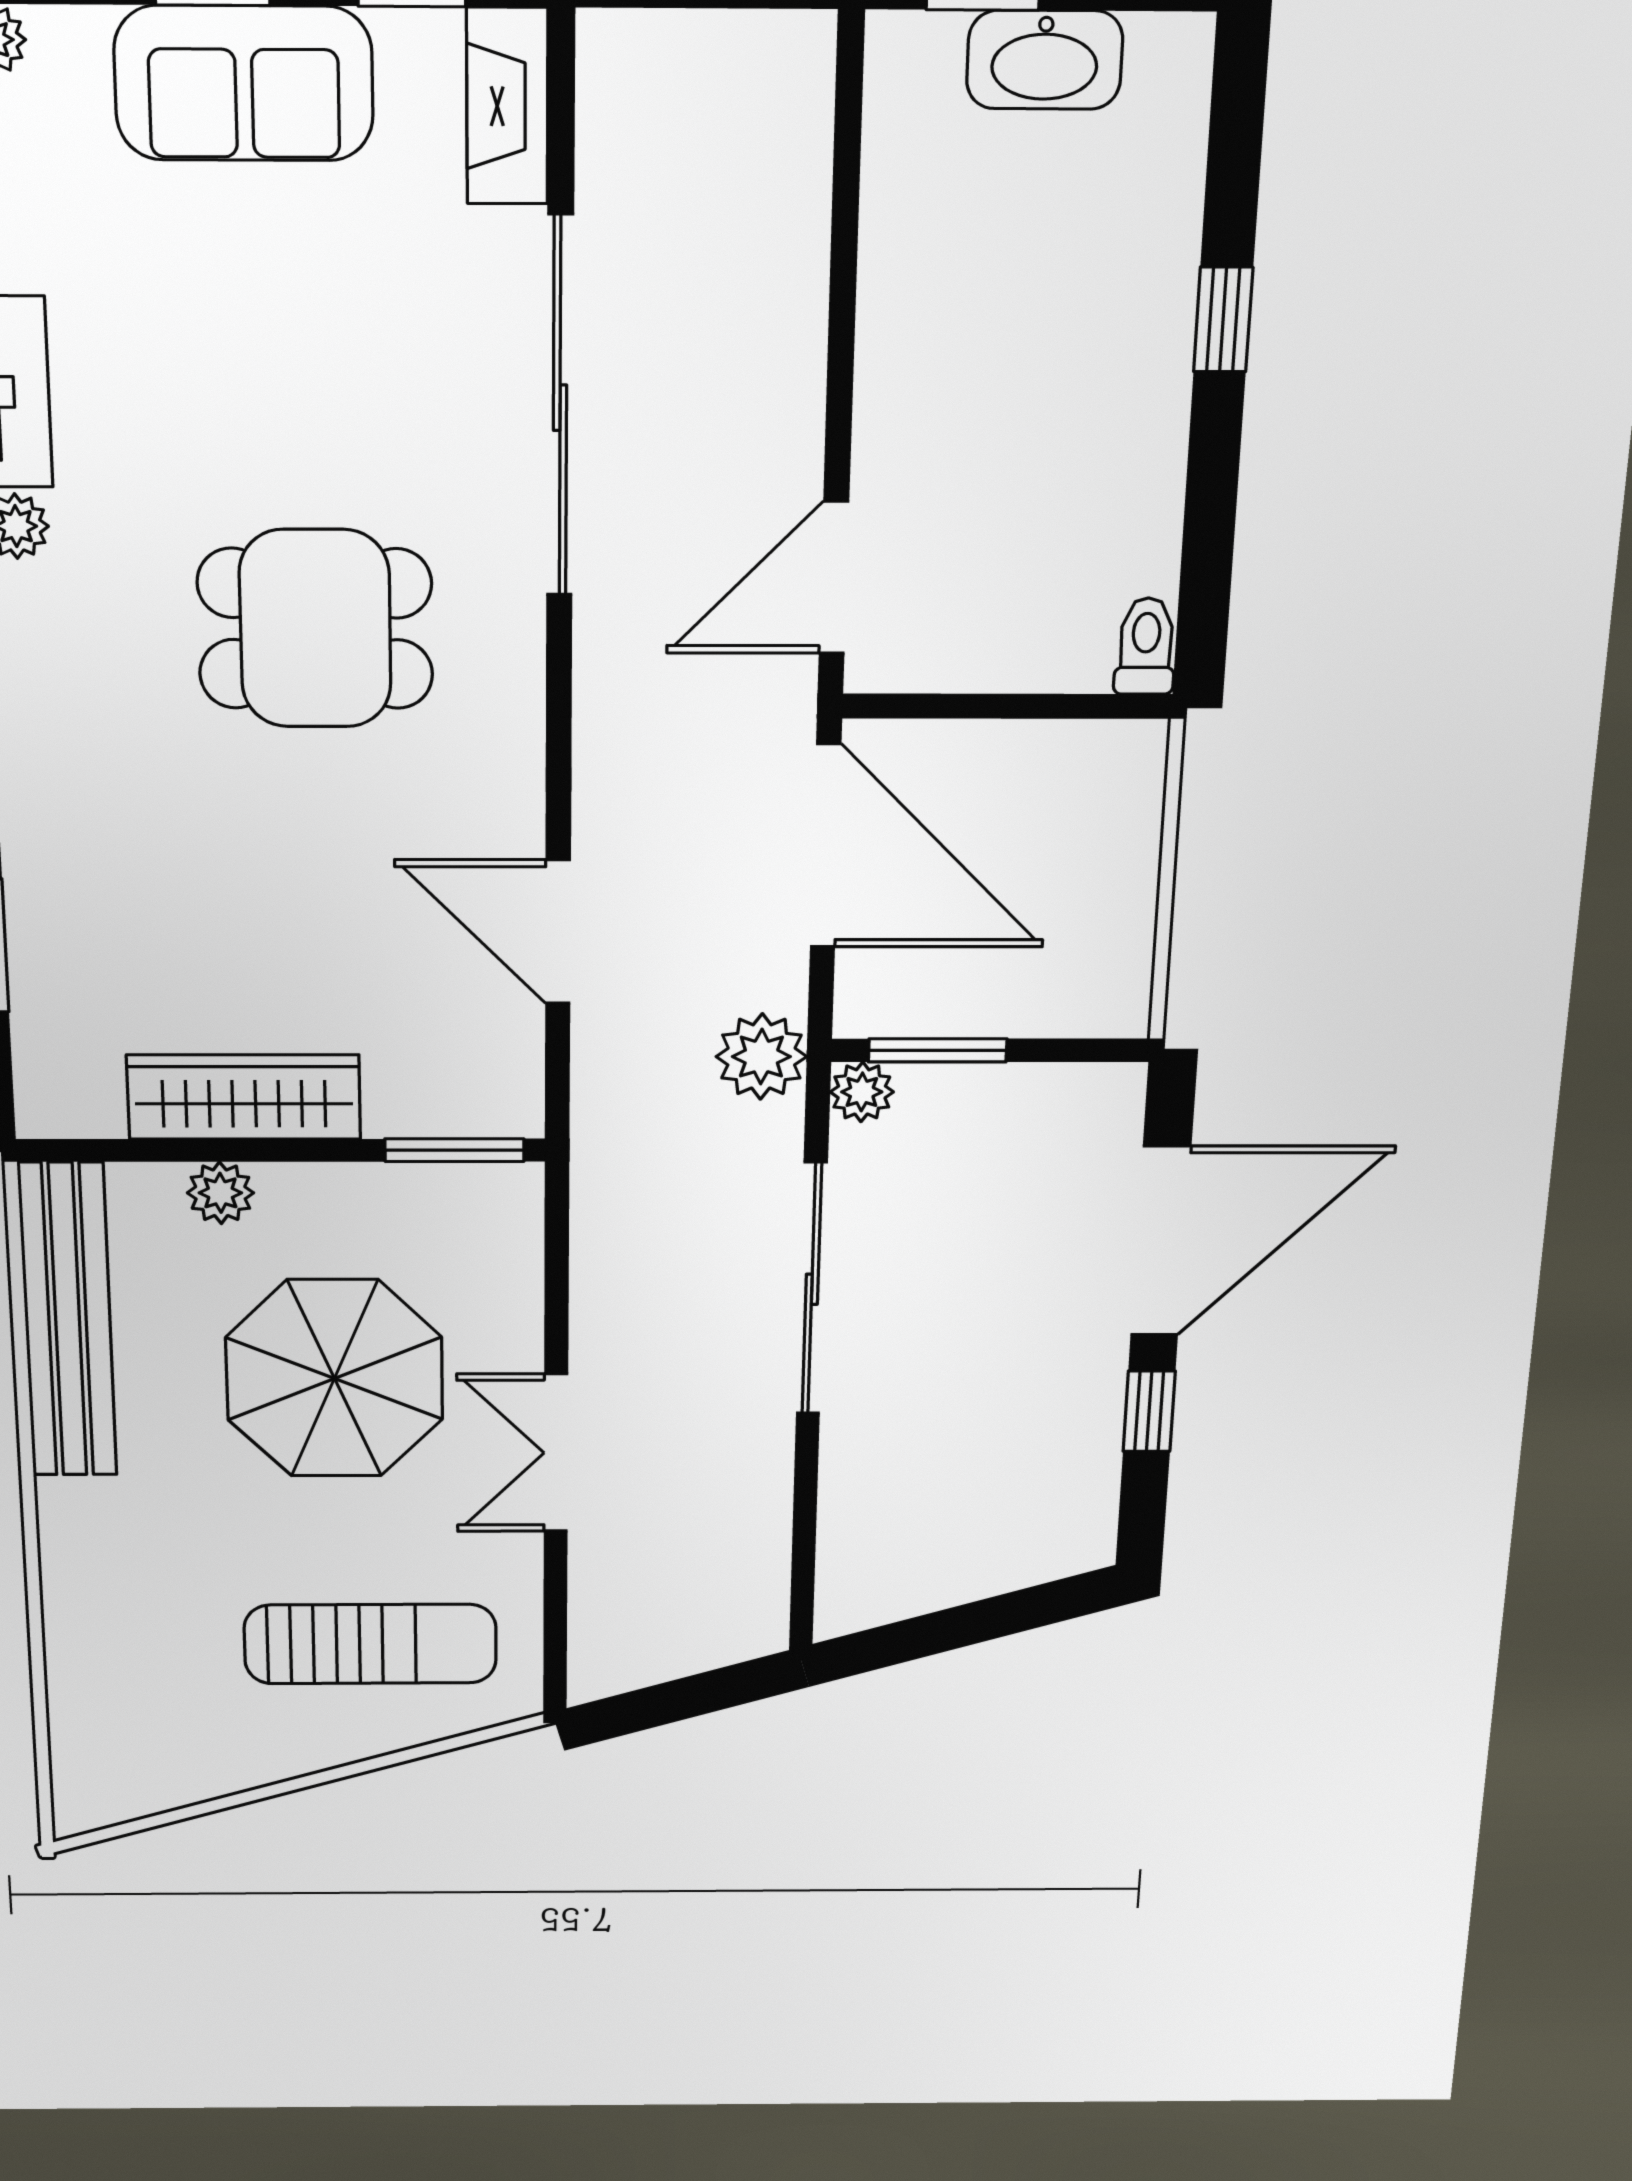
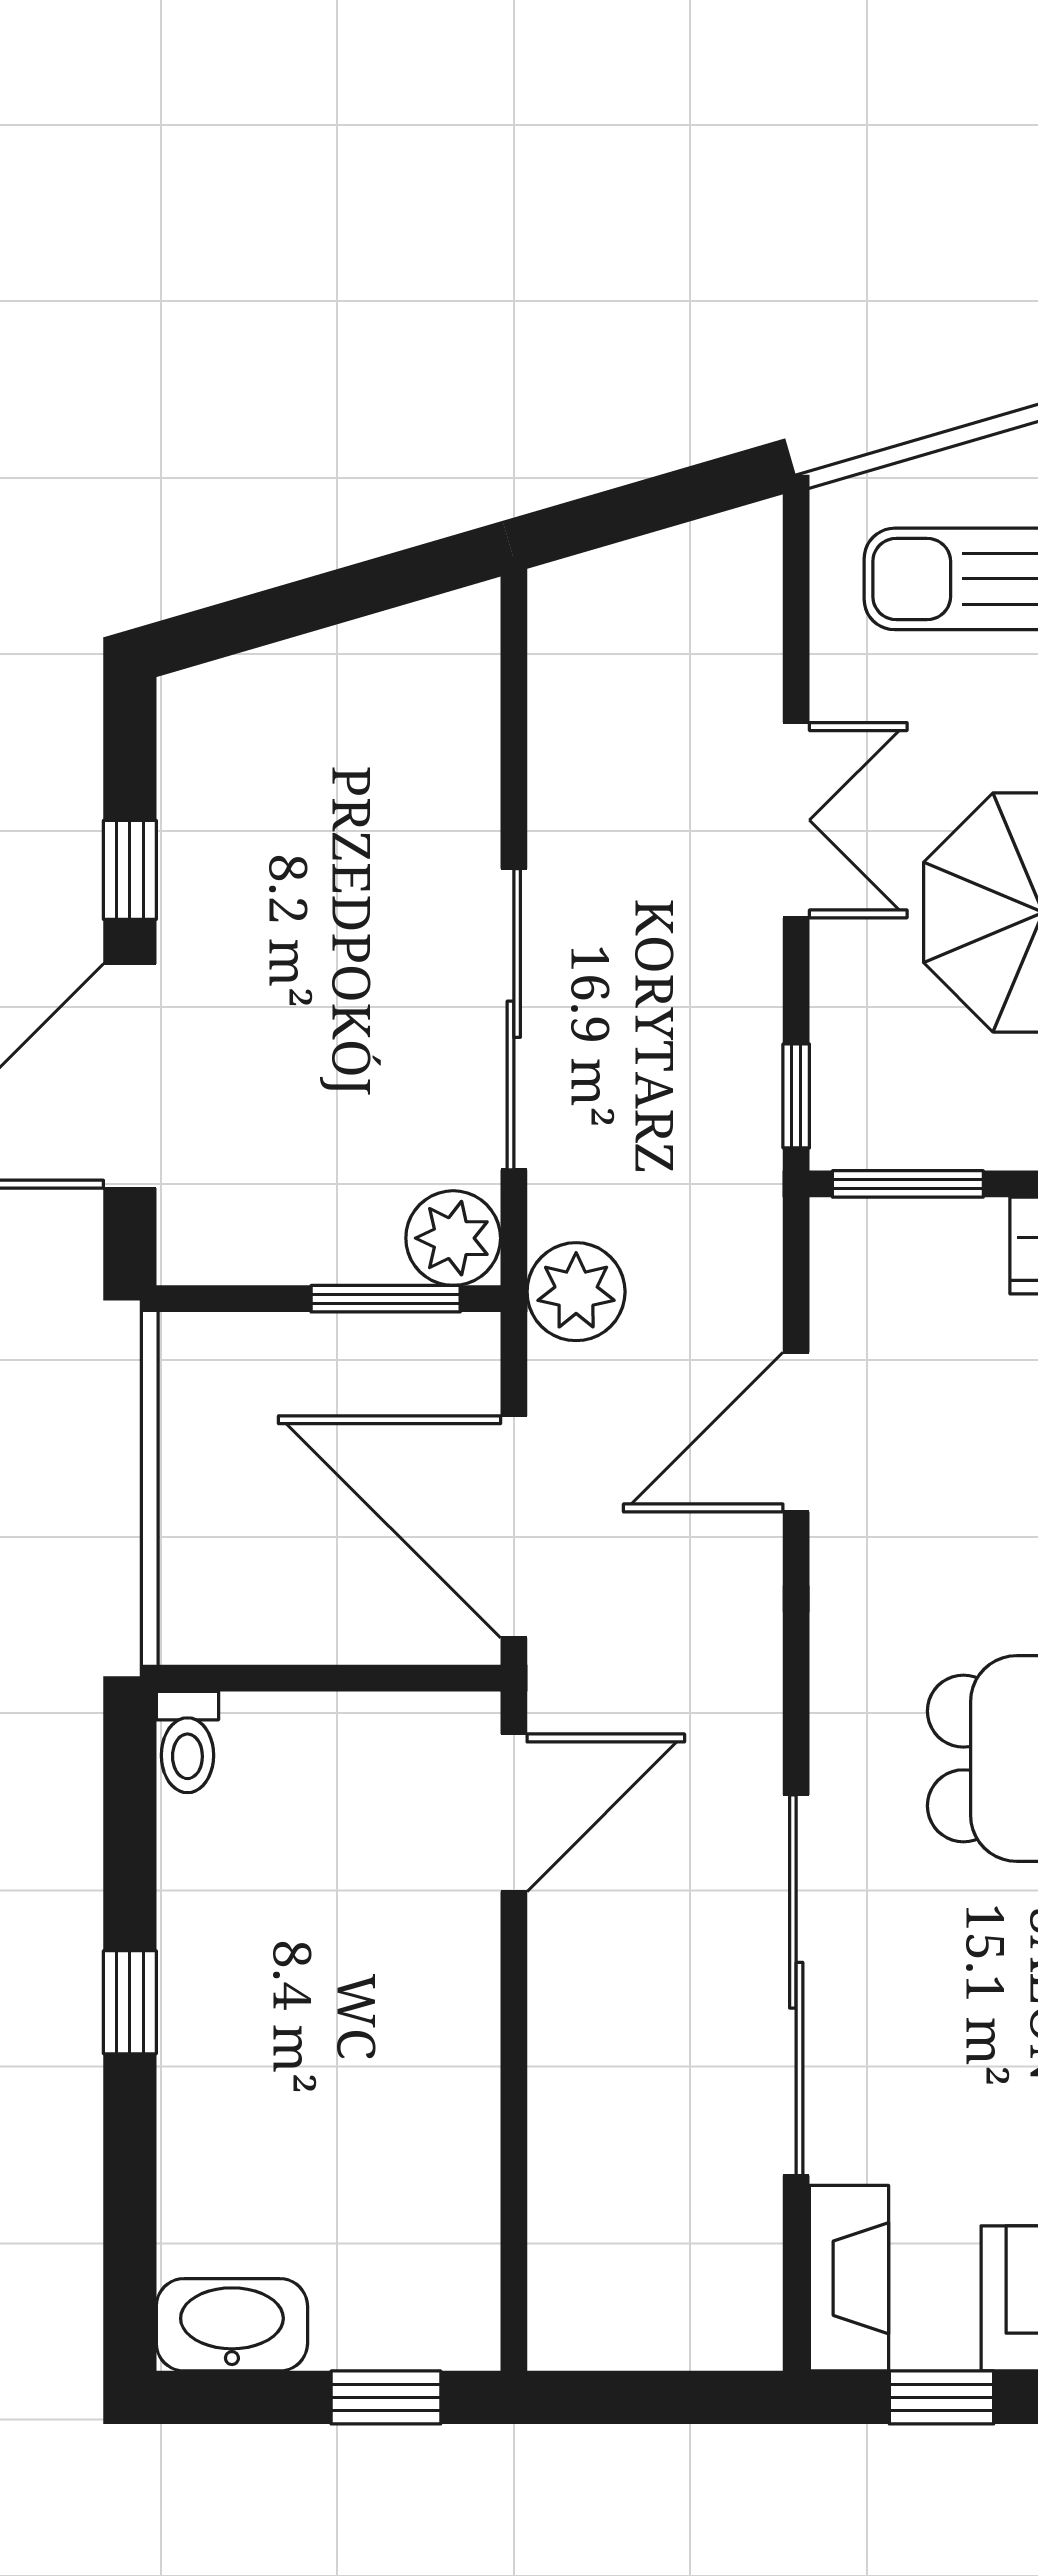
washbasin: (1045, 60) -> (232, 2325), moved
window: (1223, 320) -> (130, 2002), moved
door: (558, 932) -> (796, 1432), swing flipped
plant: (862, 1092) -> (453, 1238), width x1.38, depth x1.38
window: (557, 1225) -> (796, 1096), added

